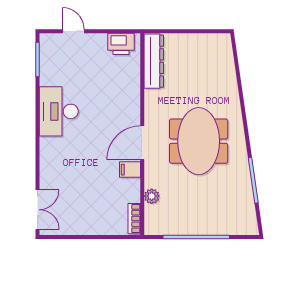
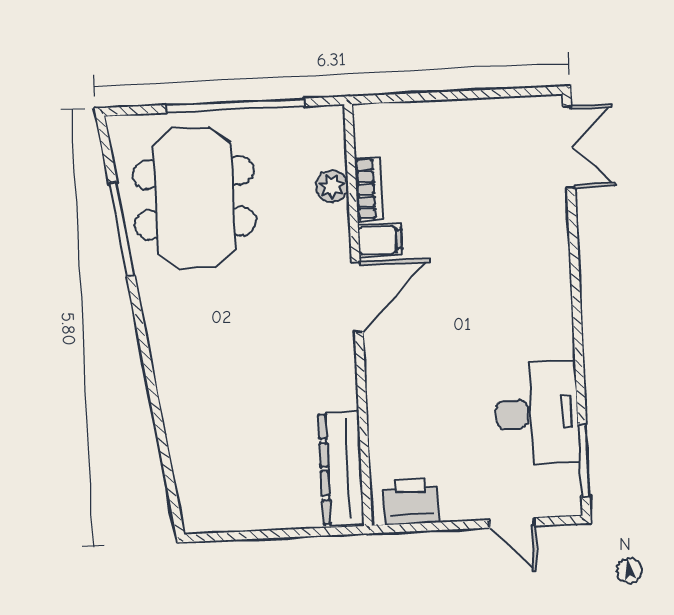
desk: (59, 111) -> (537, 413), moved
meeting table: (199, 141) -> (194, 198), moved
double door: (38, 210) -> (569, 147), swing flipped
bookcase: (134, 219) -> (369, 189), moved

